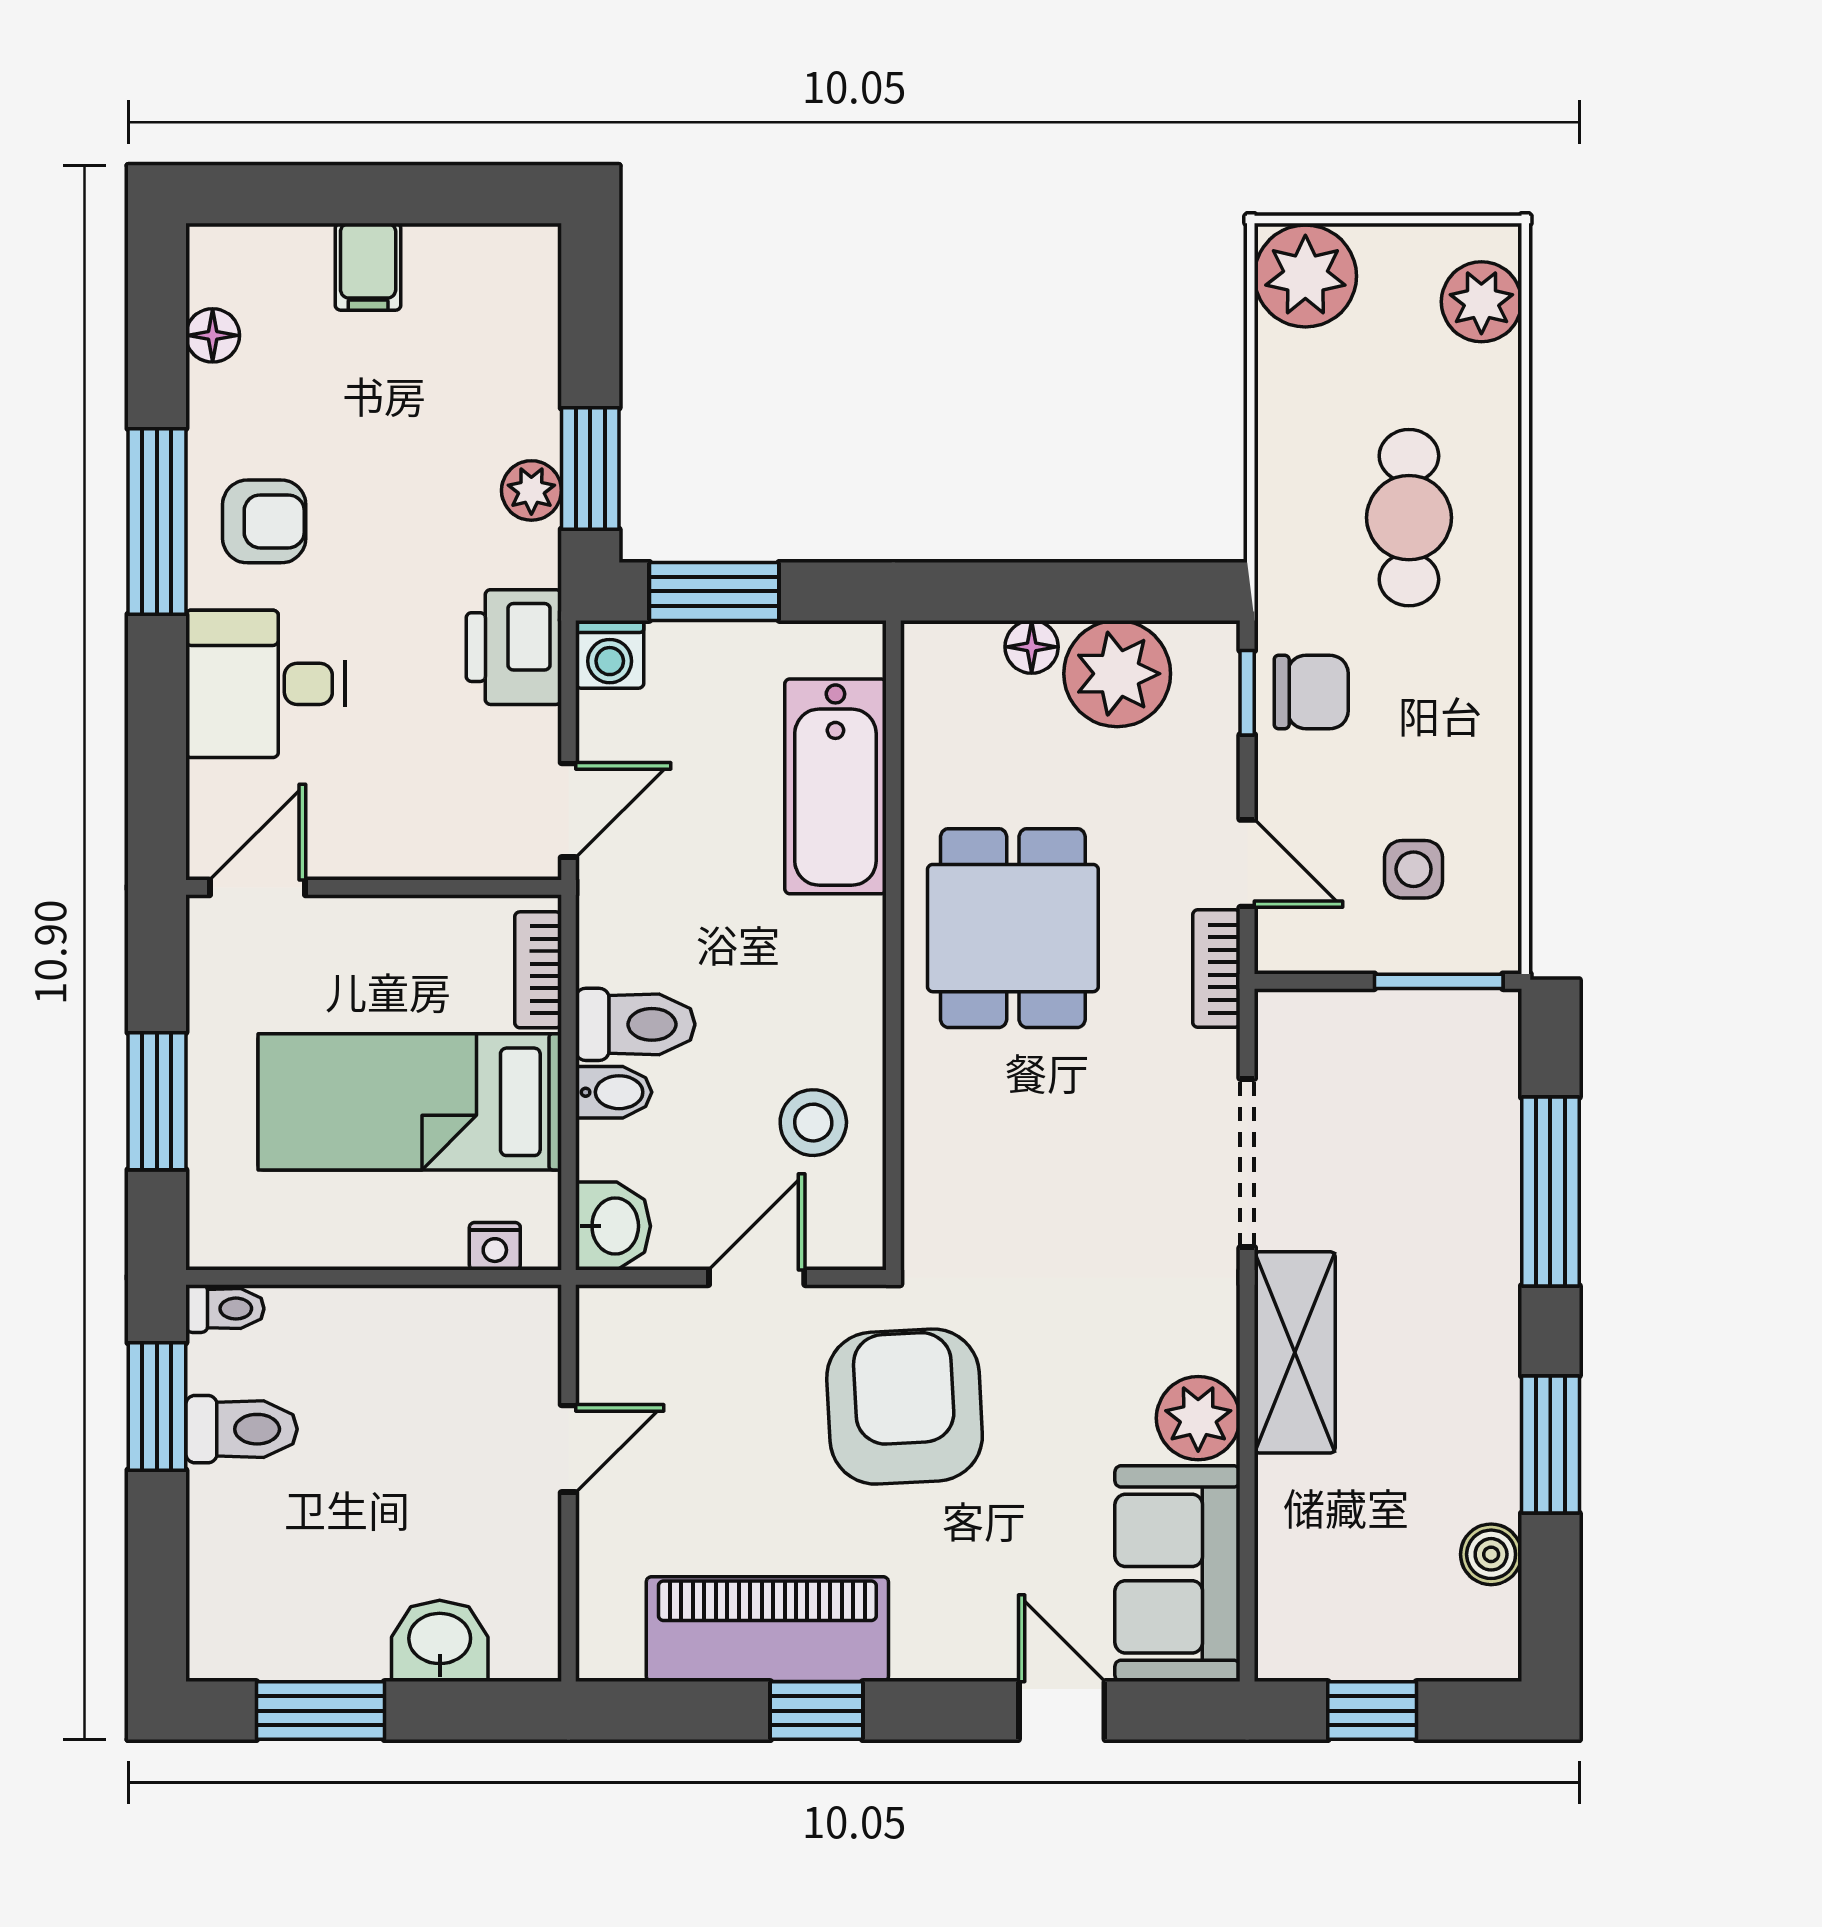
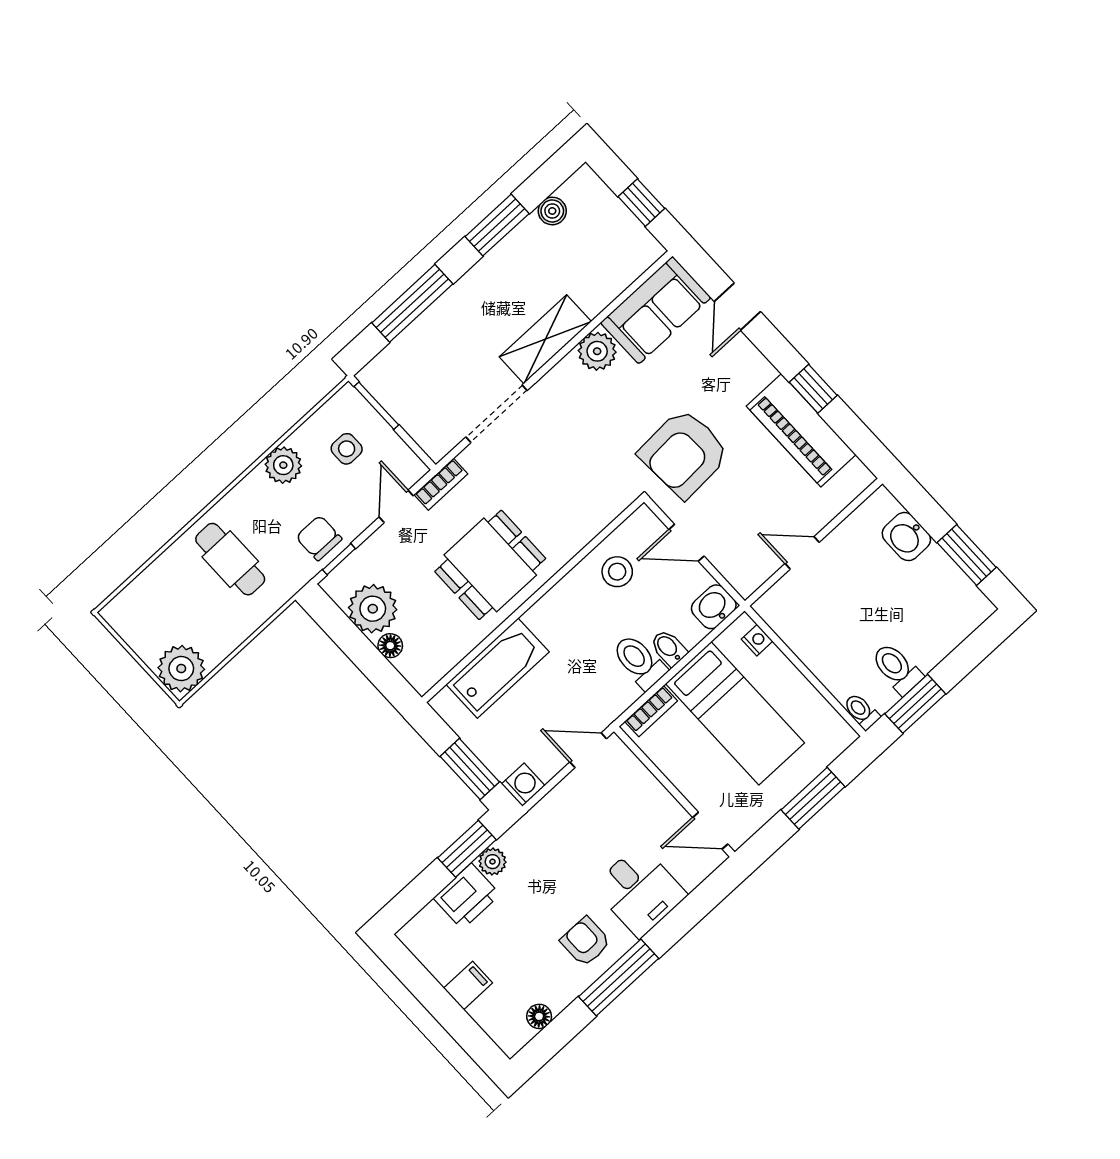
plant: (1481, 302) -> (283, 465), moved
cafe table: (1409, 518) -> (230, 559), turned 90
printer: (514, 647) -> (467, 896), moved

